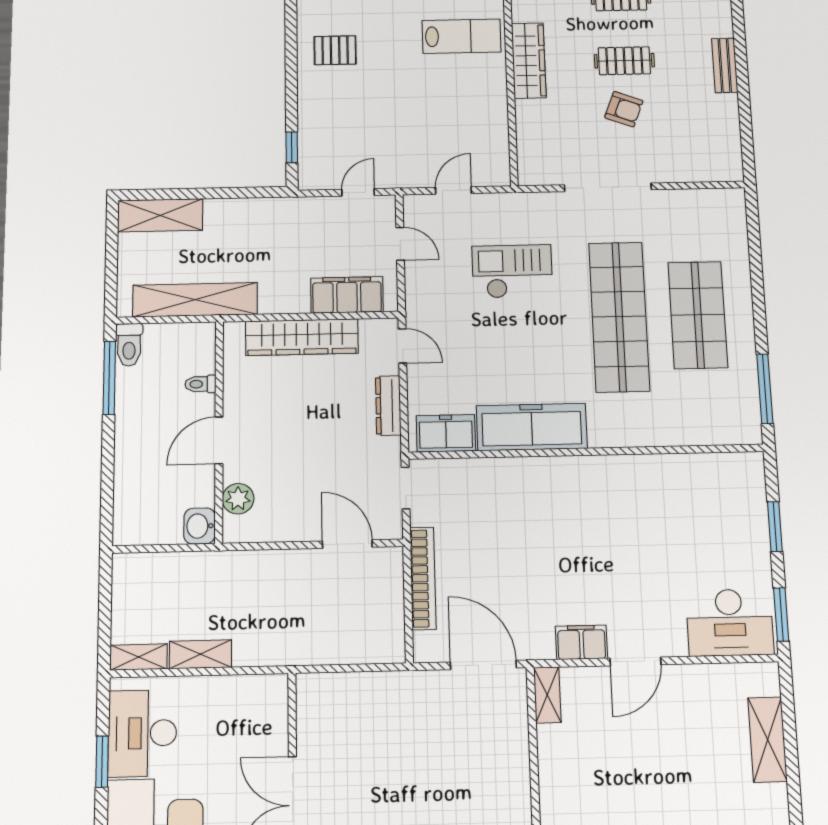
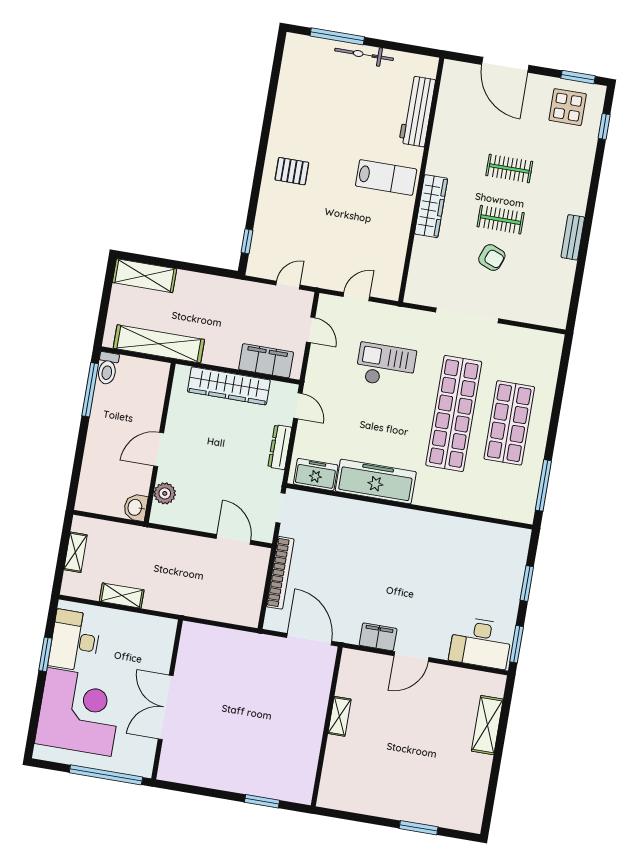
toilet: (200, 384) -> (153, 407), removed
shelving: (139, 657) -> (75, 552), moved, turned 90
shelving: (547, 695) -> (339, 716), moved

